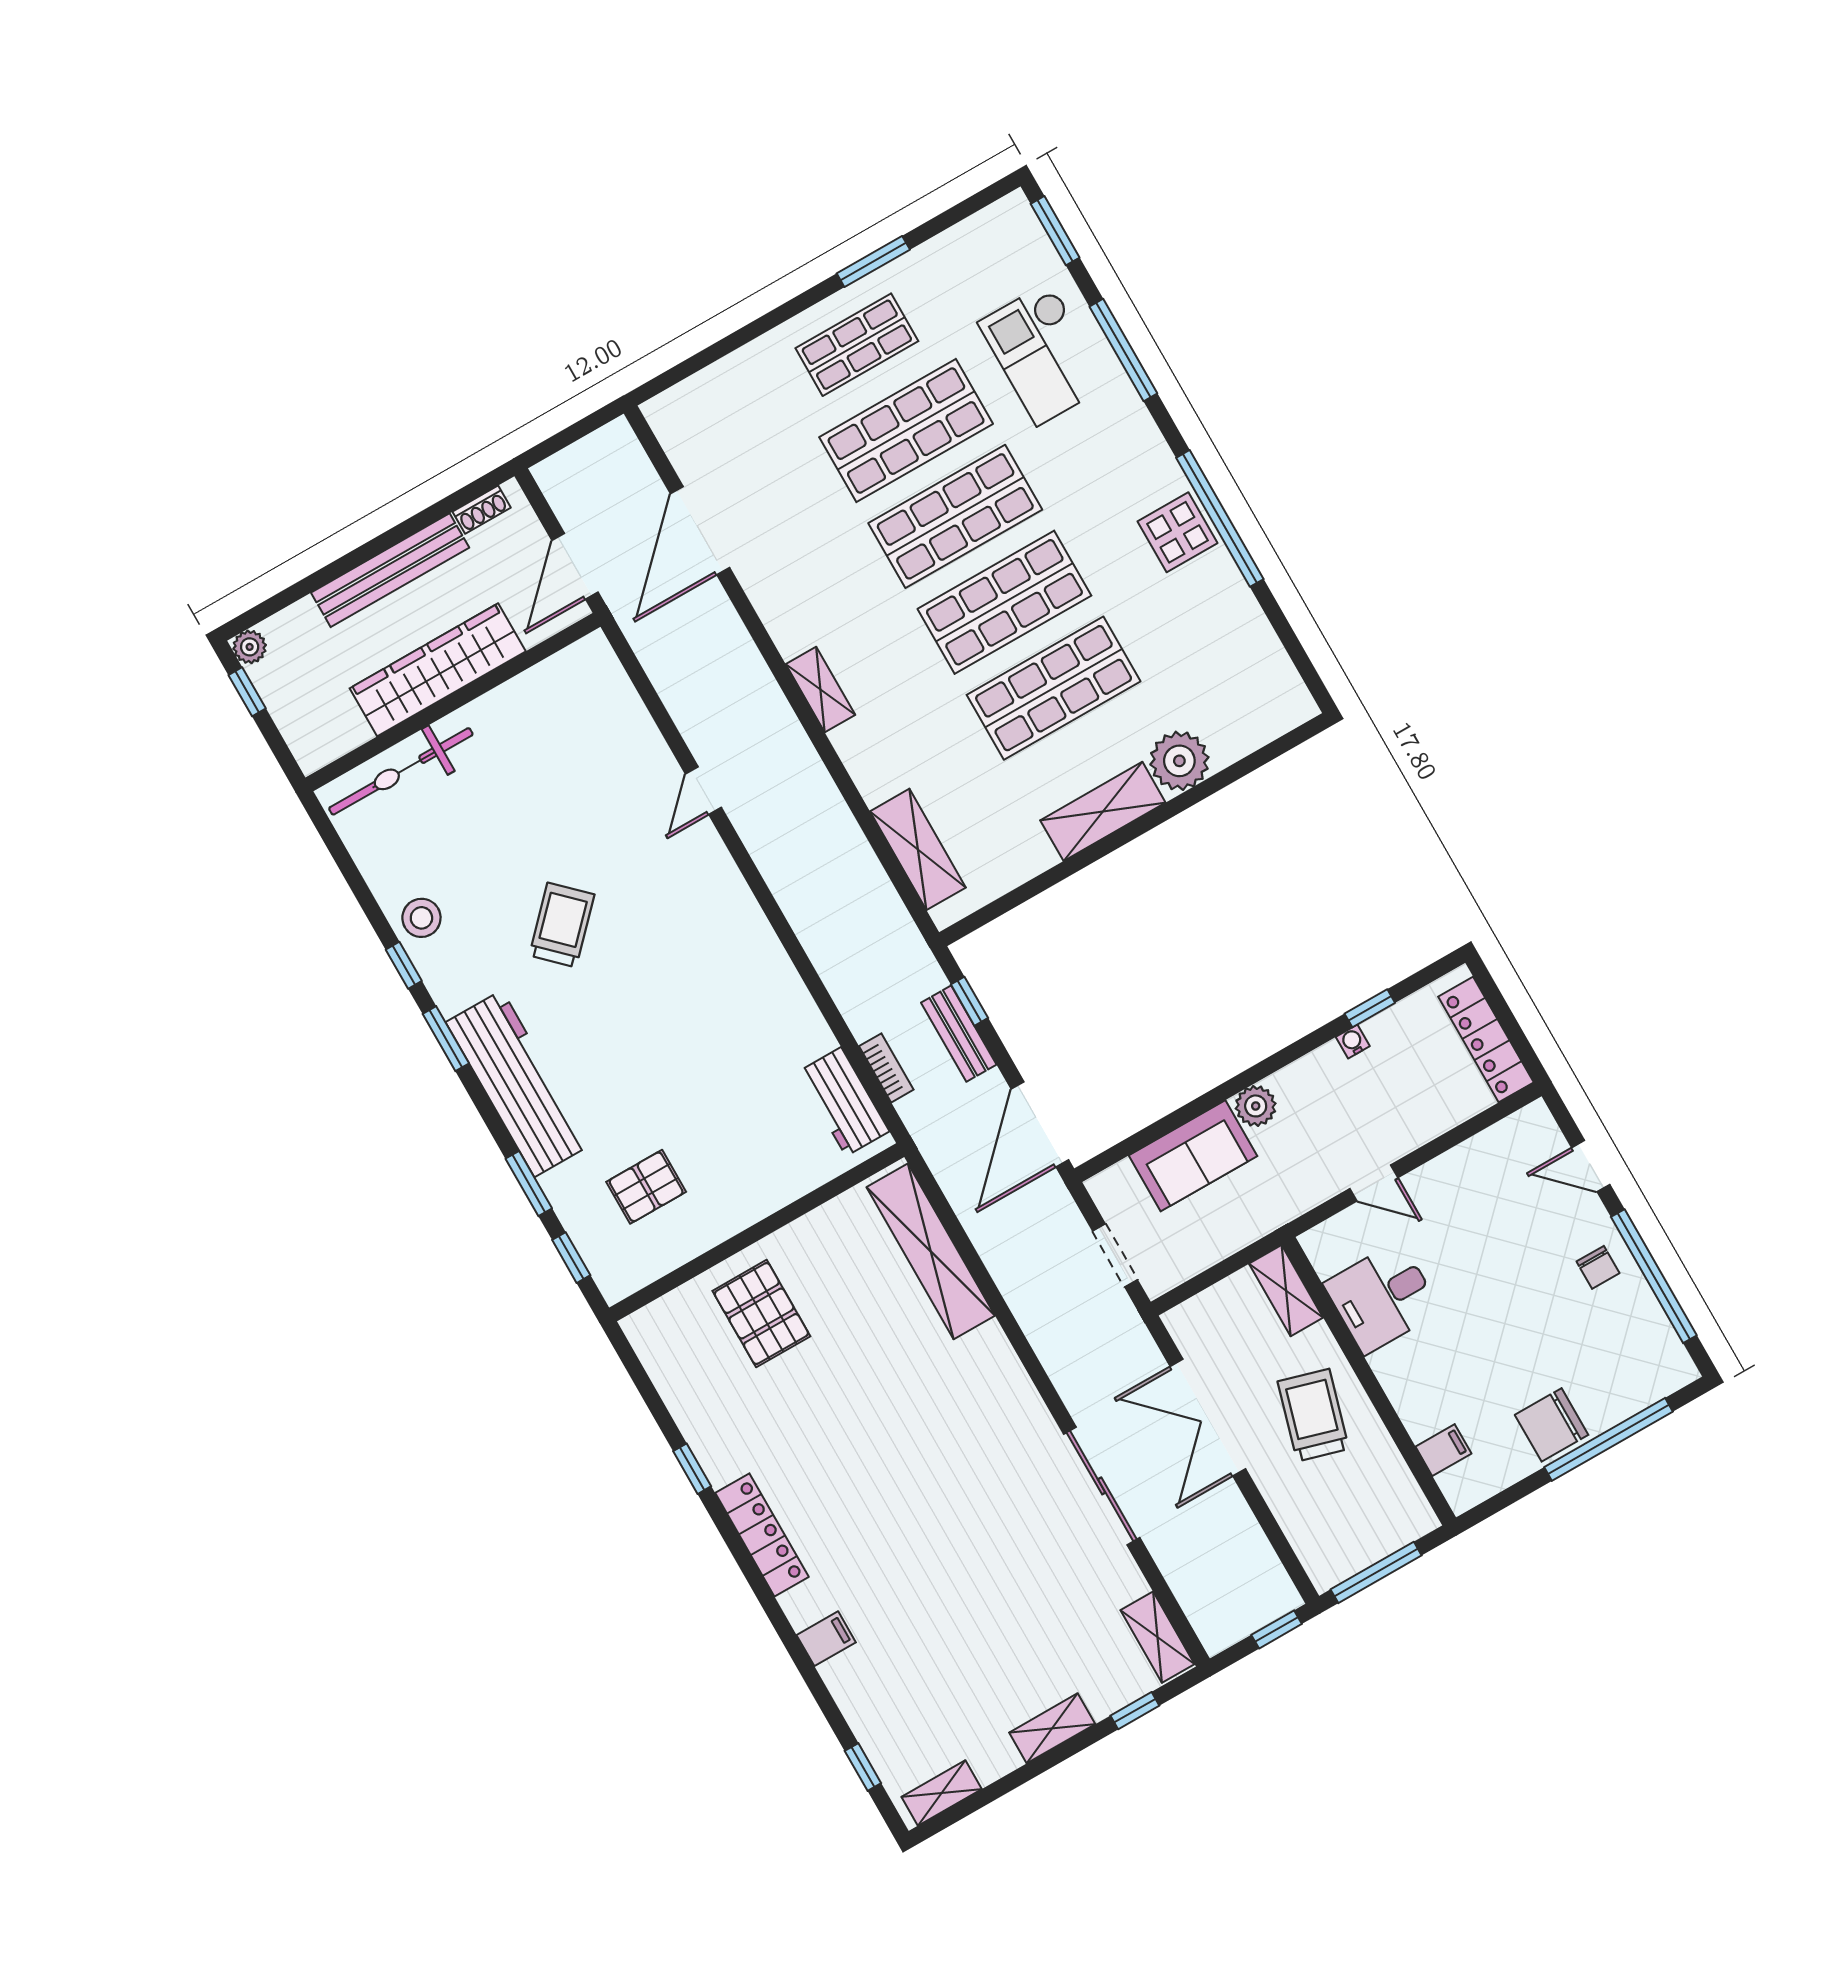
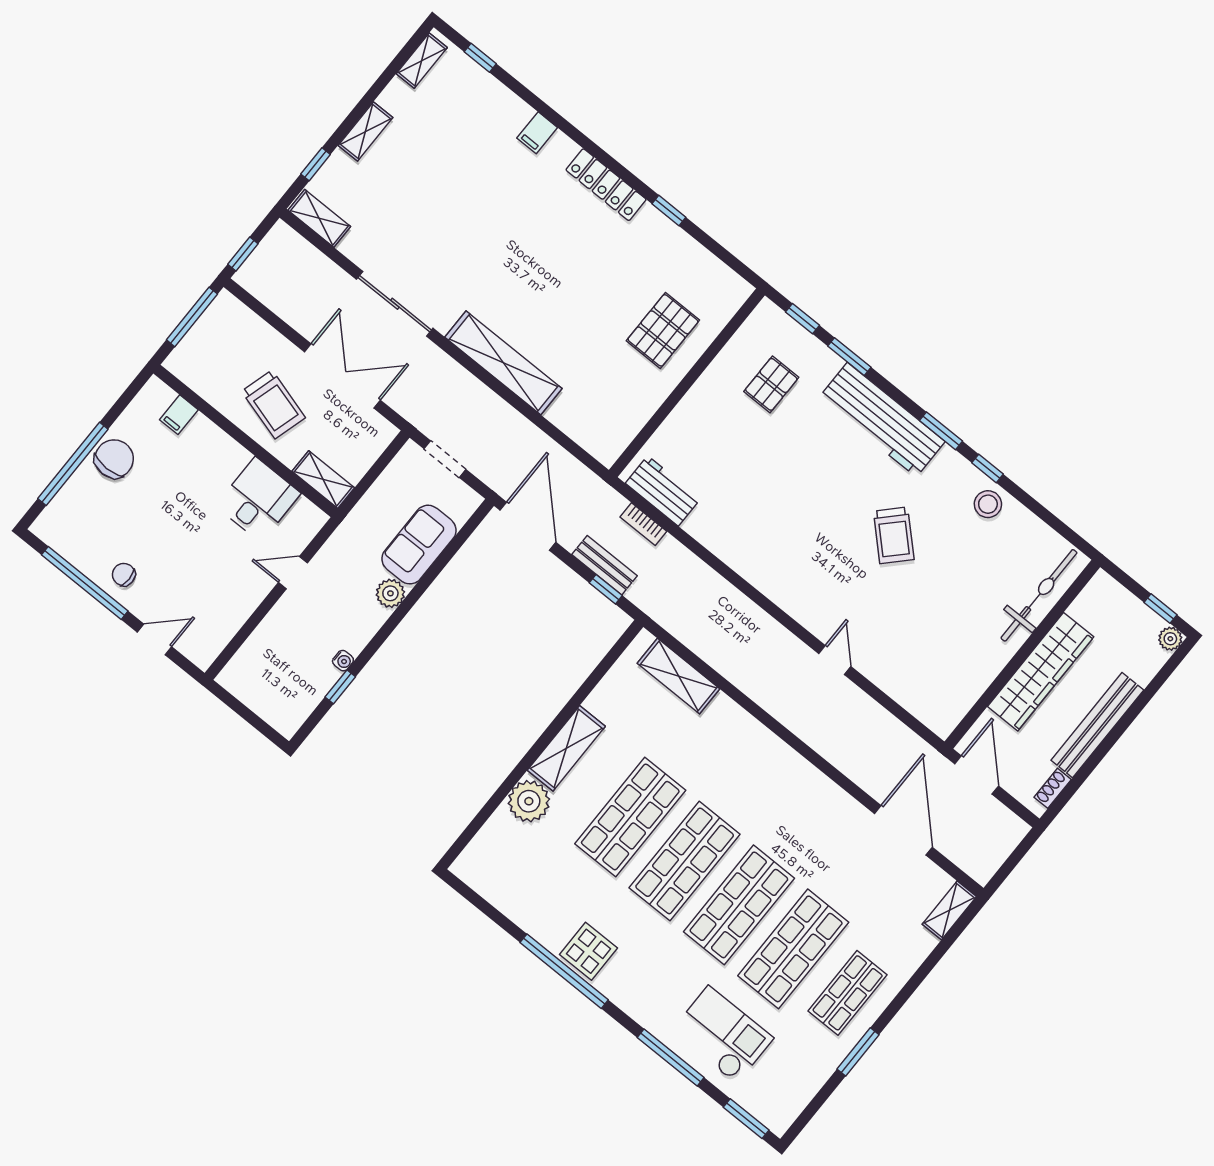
shelving: (820, 690) -> (949, 910), moved, turned 90
locker: (1486, 1040) -> (256, 696), removed
shelving: (931, 1251) -> (503, 363), moved
pallet: (761, 1314) -> (663, 330), turned 90

